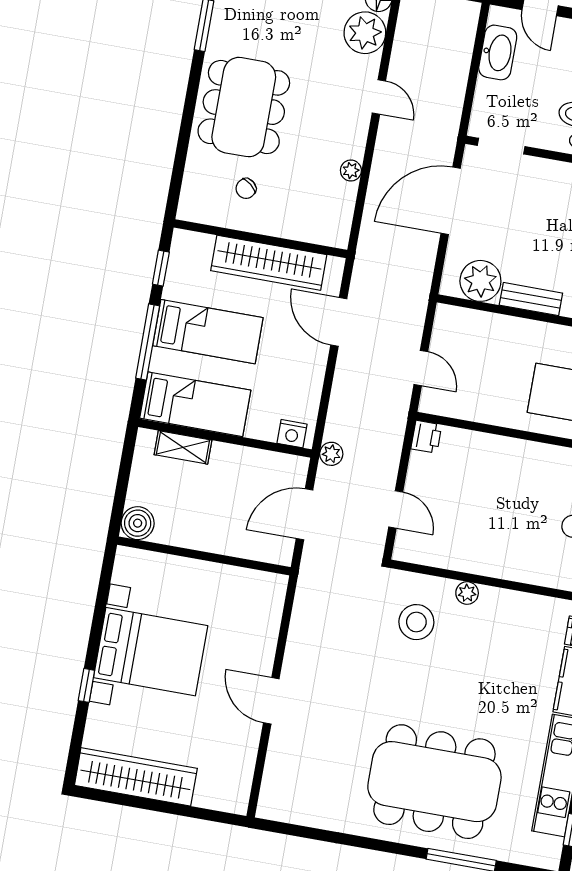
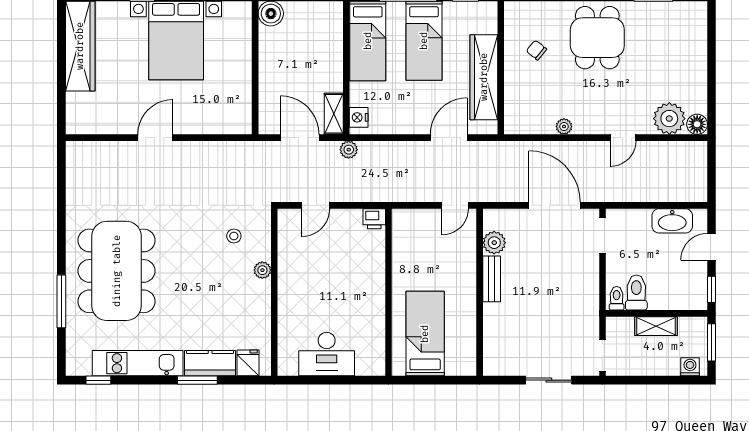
dining table: (244, 107) -> (597, 38), width x0.73
plant: (480, 281) -> (494, 243), width x0.73, depth x0.73
door: (421, 368) -> (455, 205), moved
shelving: (183, 447) -> (334, 114), moved
stool: (416, 622) -> (234, 236), width x0.53, depth x0.53

